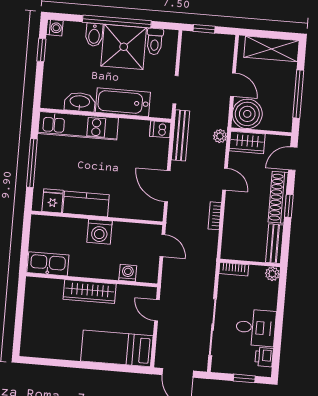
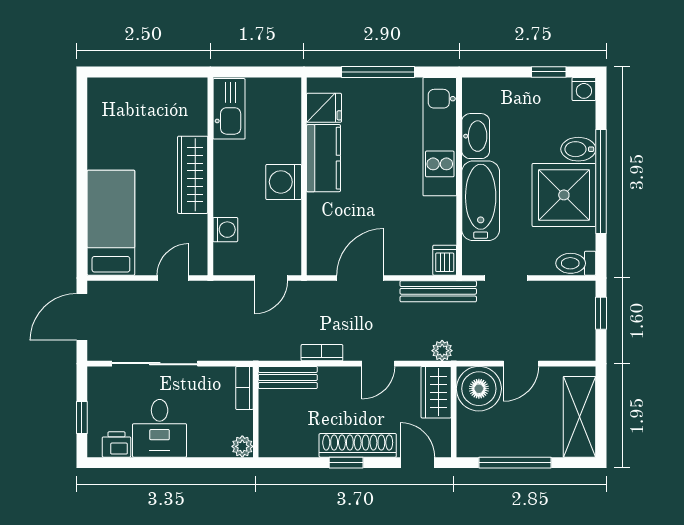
toilet: (155, 41) -> (576, 263), moved
bench: (275, 244) -> (288, 377), moved

